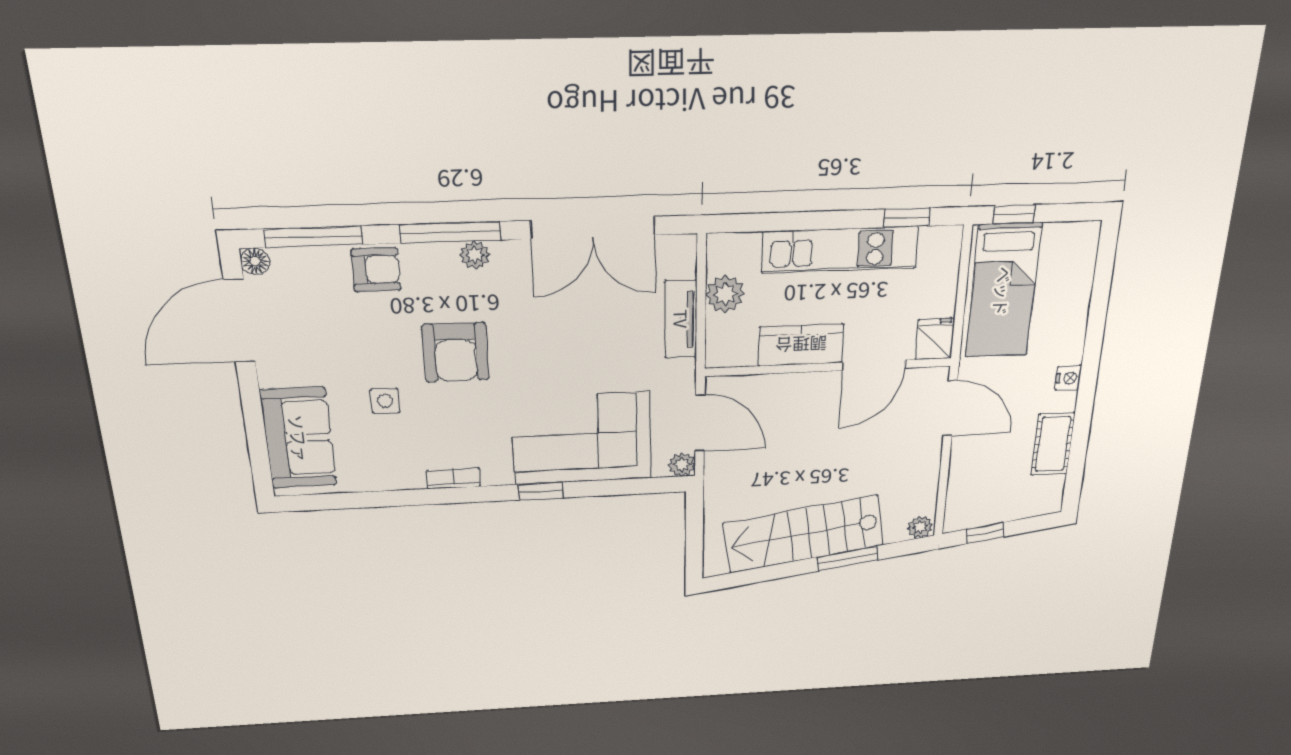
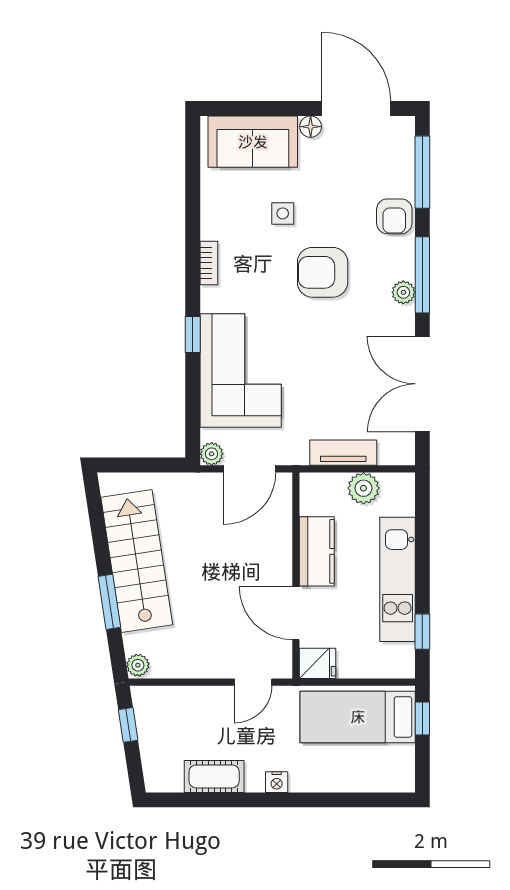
floor lamp: (255, 261) -> (311, 127), moved
door: (950, 408) -> (253, 682), width x0.73

